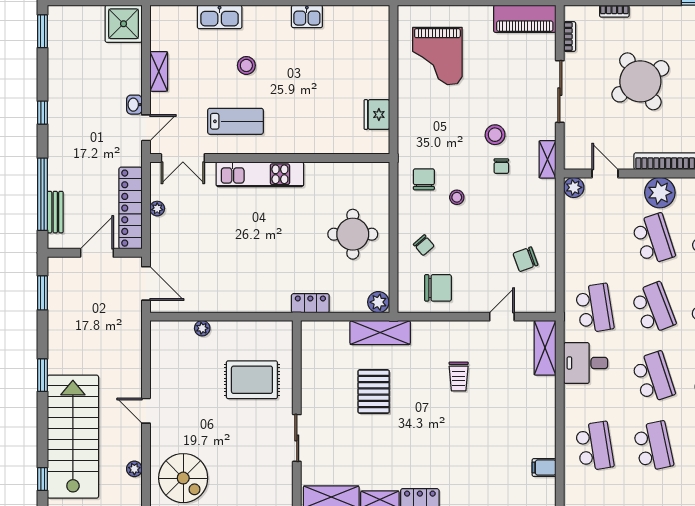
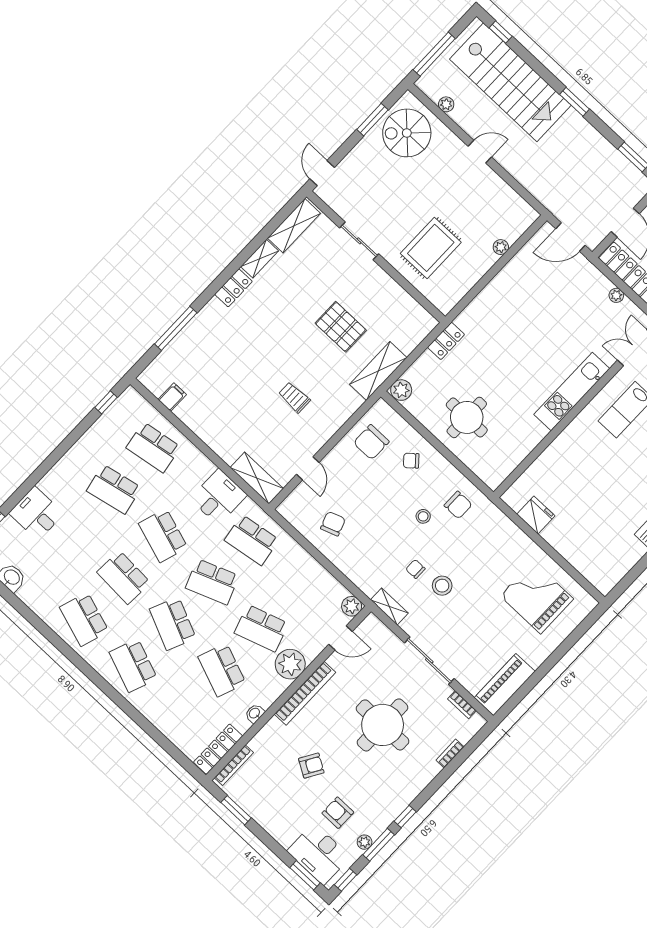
round table: (640, 81) -> (383, 725), turned 32
school desk: (653, 377) -> (163, 536), turned 36

